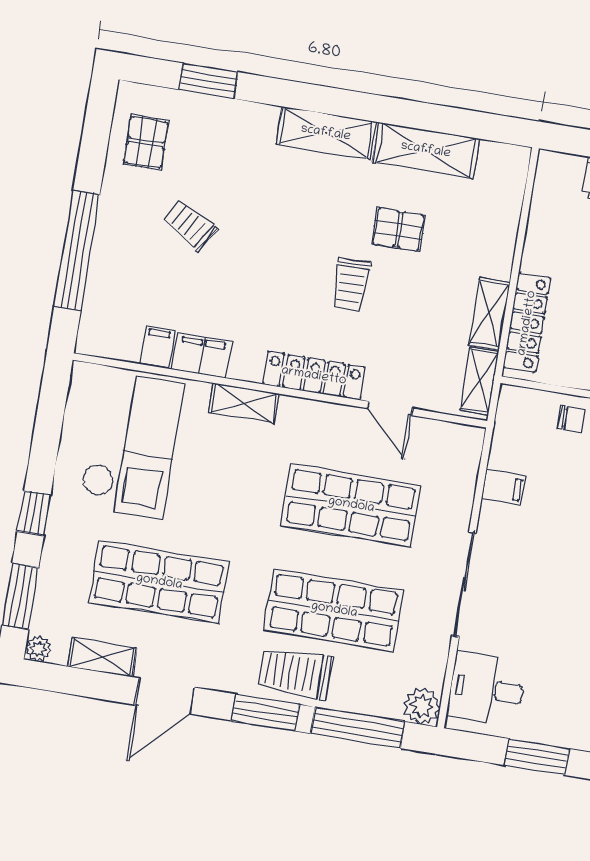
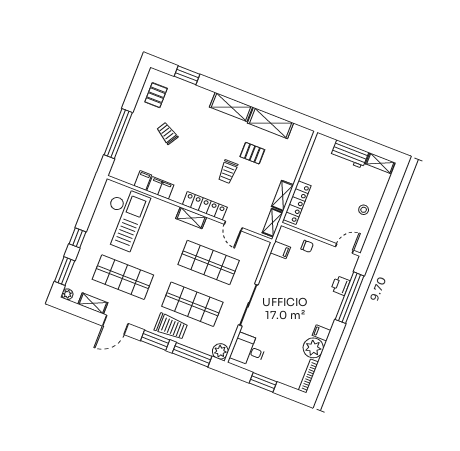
shelving: (244, 403) -> (191, 218), moved
filing cabinet: (504, 487) -> (280, 250), moved
trolley: (295, 673) -> (171, 327), turned 180

